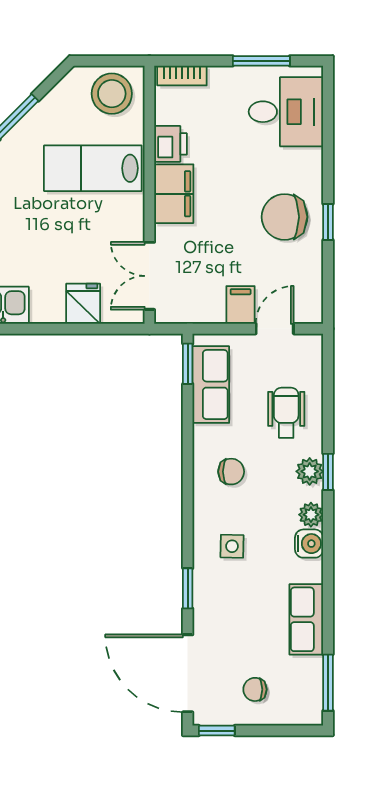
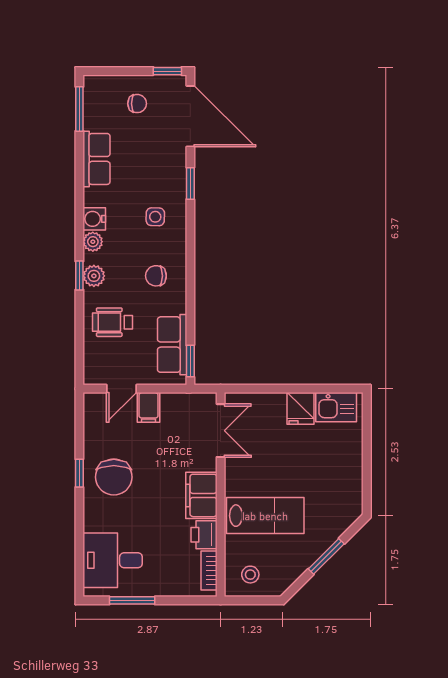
bookcase: (182, 76) -> (209, 571), moved, turned -90
stool: (112, 94) -> (250, 575), width x0.53, depth x0.53
chair: (285, 217) -> (114, 477), turned 90
fridge: (83, 304) -> (300, 408), moved
wheelchair: (286, 413) -> (112, 322), turned 90

